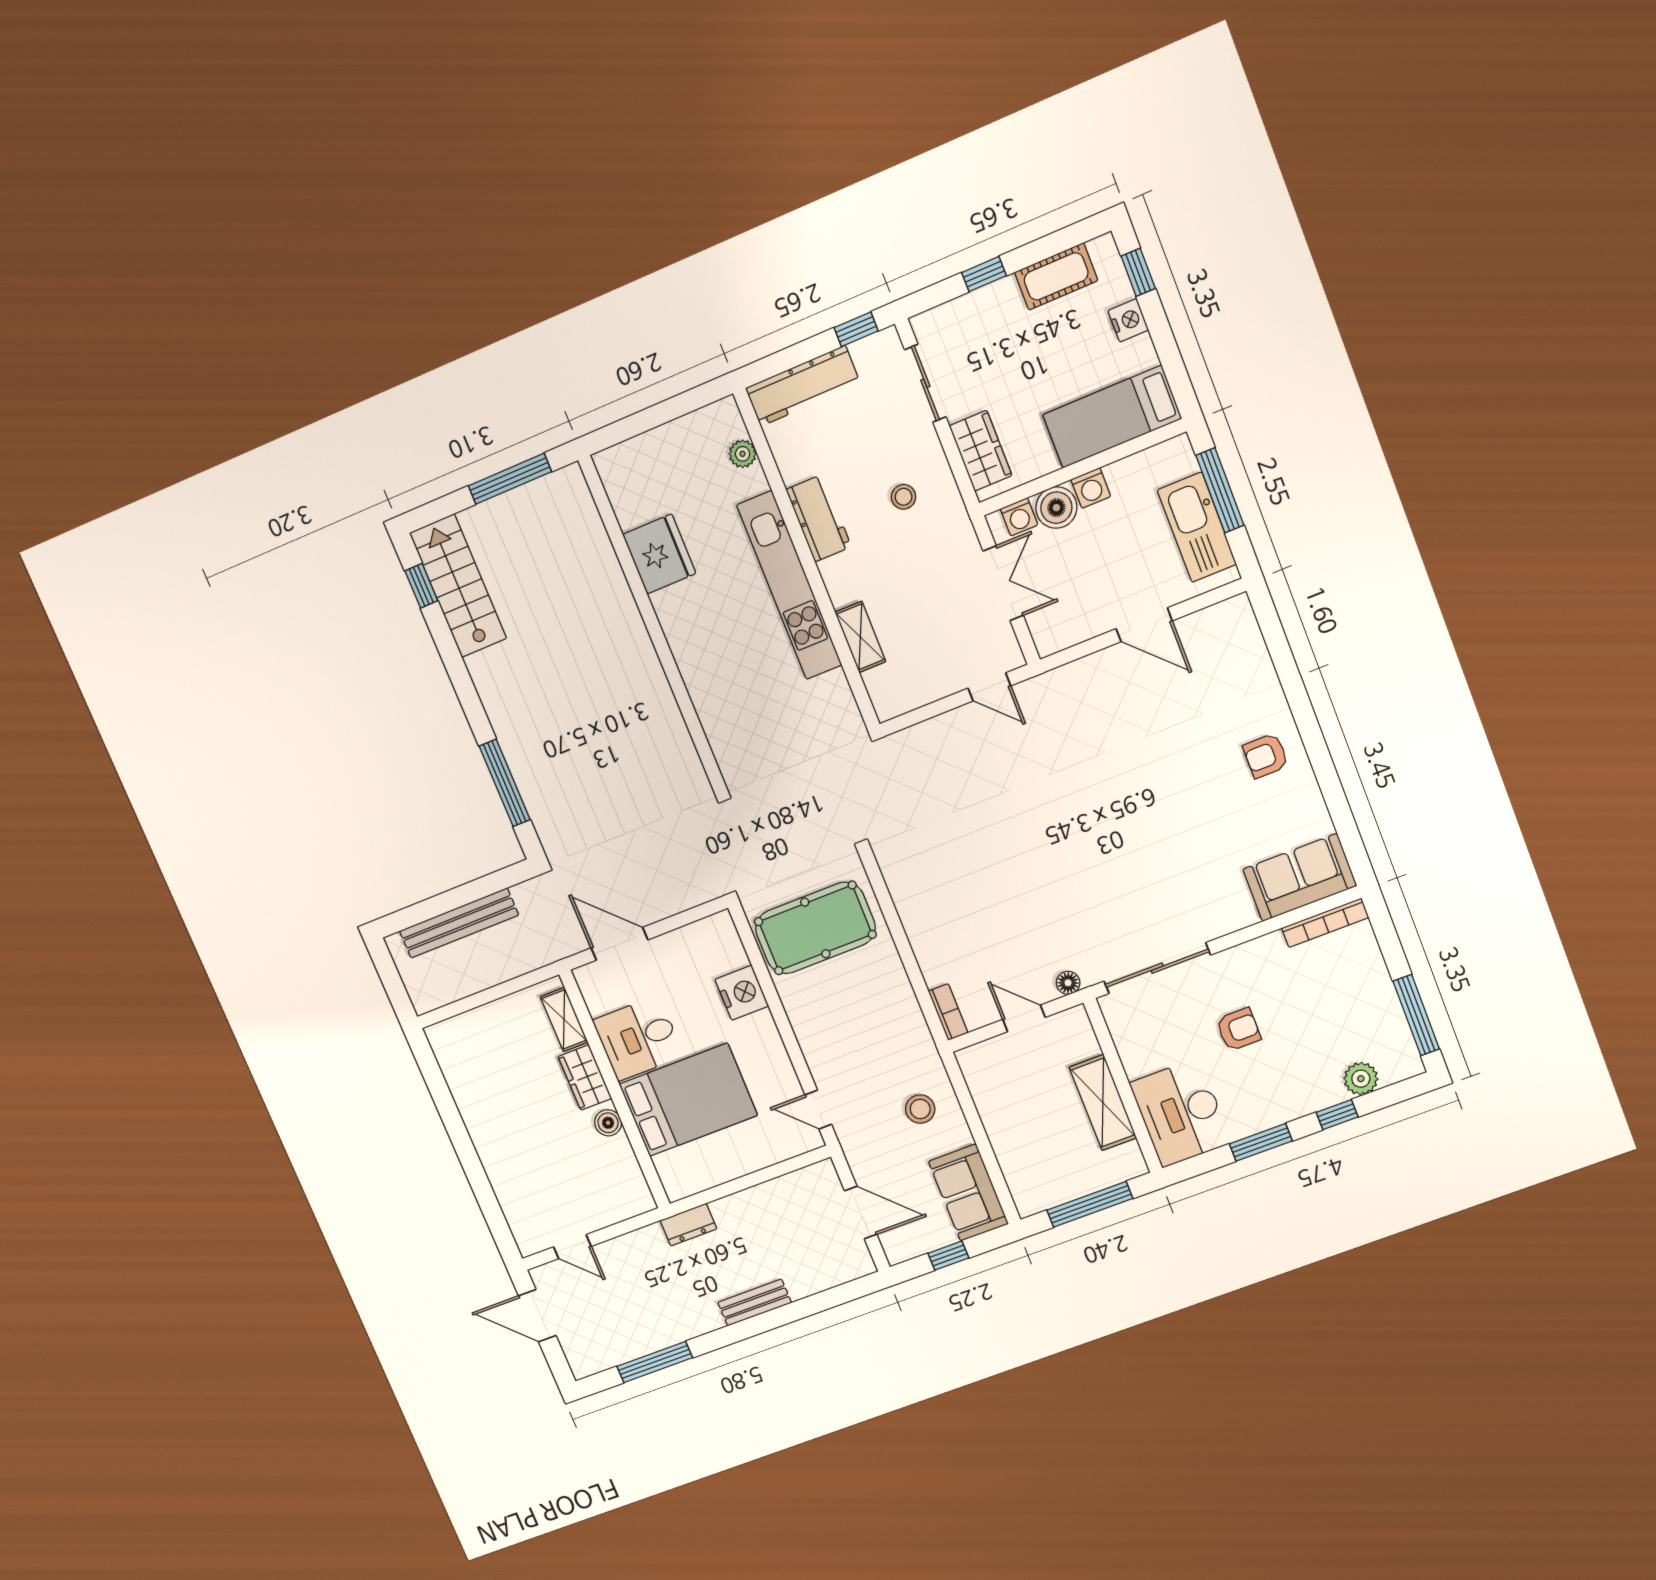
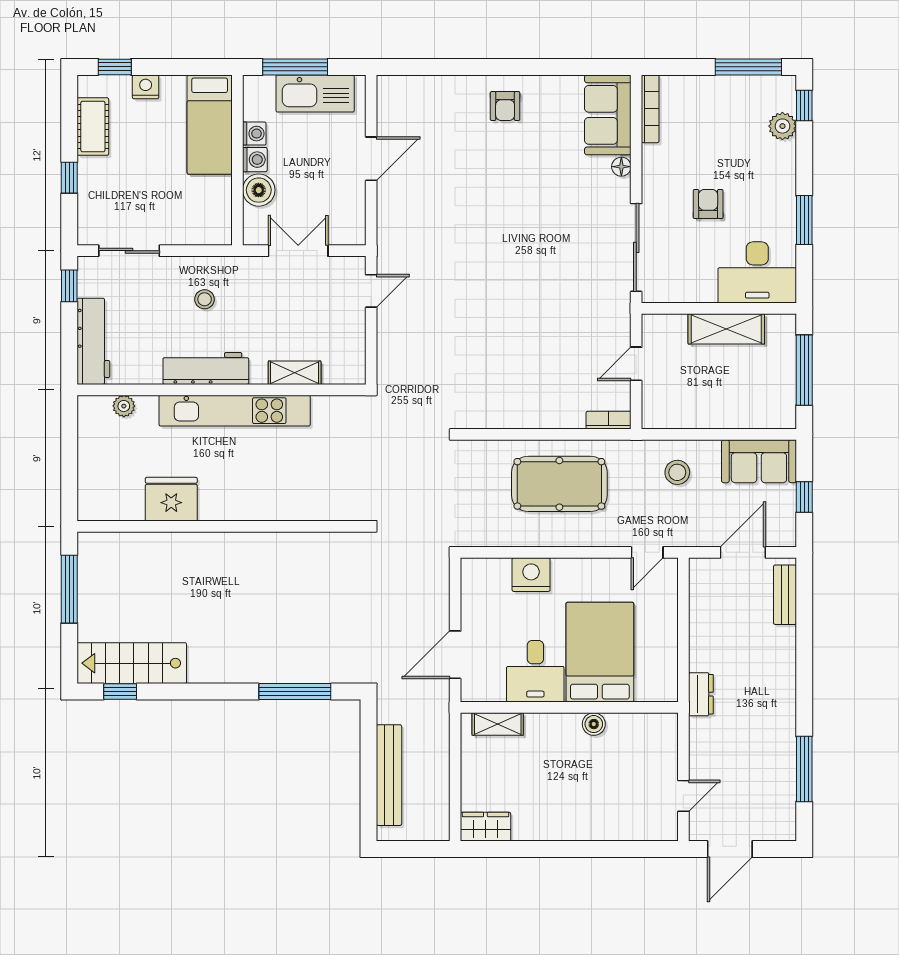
wardrobe: (981, 451) -> (194, 229), removed
washing machine: (1019, 517) -> (254, 134), moved
workbench: (819, 518) -> (206, 368), width x1.38
pool table: (815, 928) -> (559, 484), moved, turned 90
floor lamp: (1068, 983) -> (621, 167), moved
wardrobe: (585, 1077) -> (485, 827), moved, turned 180
window: (1337, 1115) -> (804, 105), moved
bench: (755, 1302) -> (785, 595), moved

